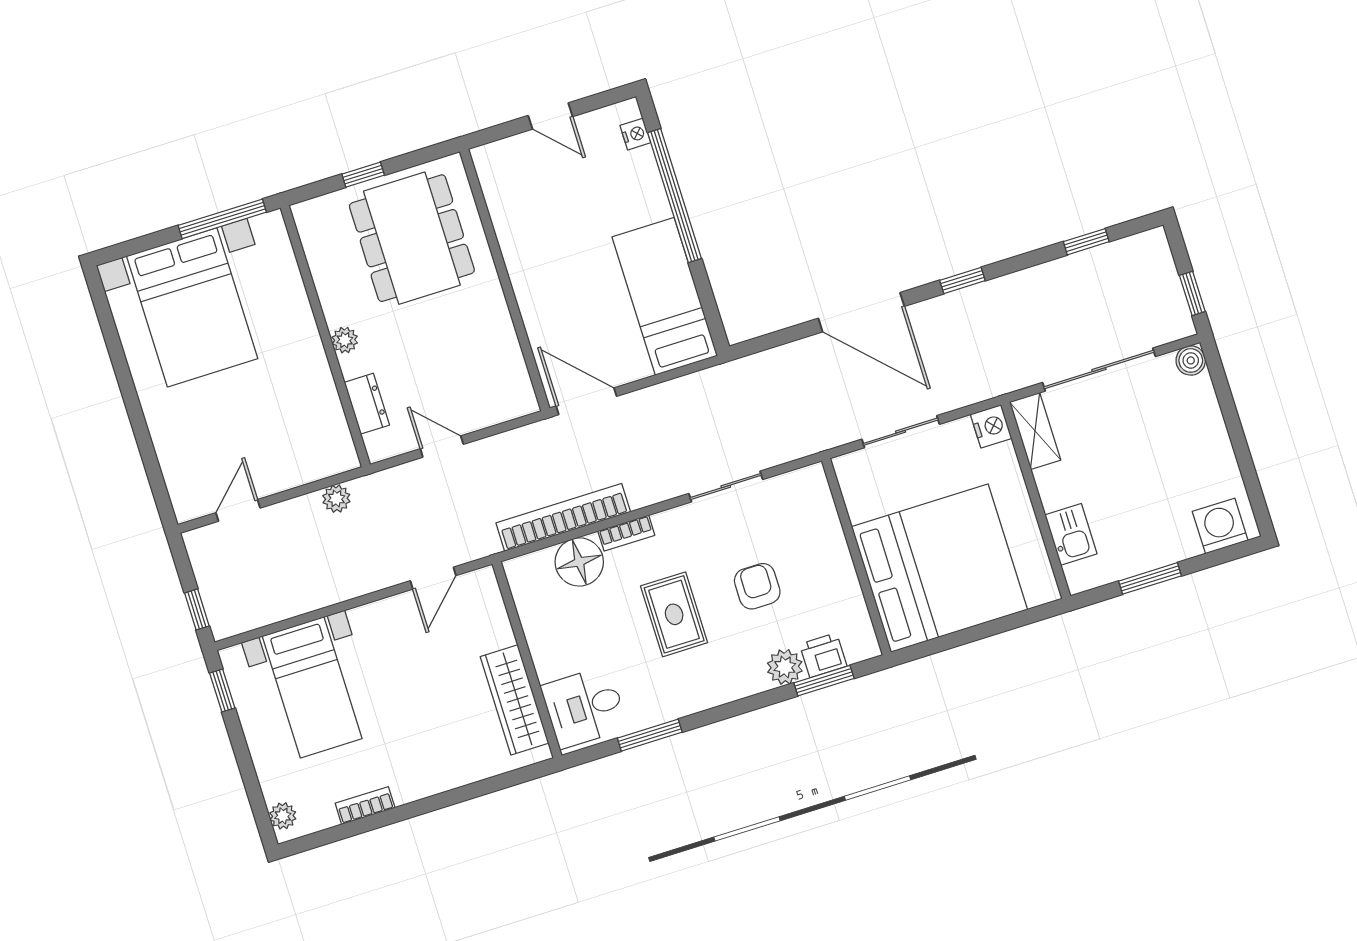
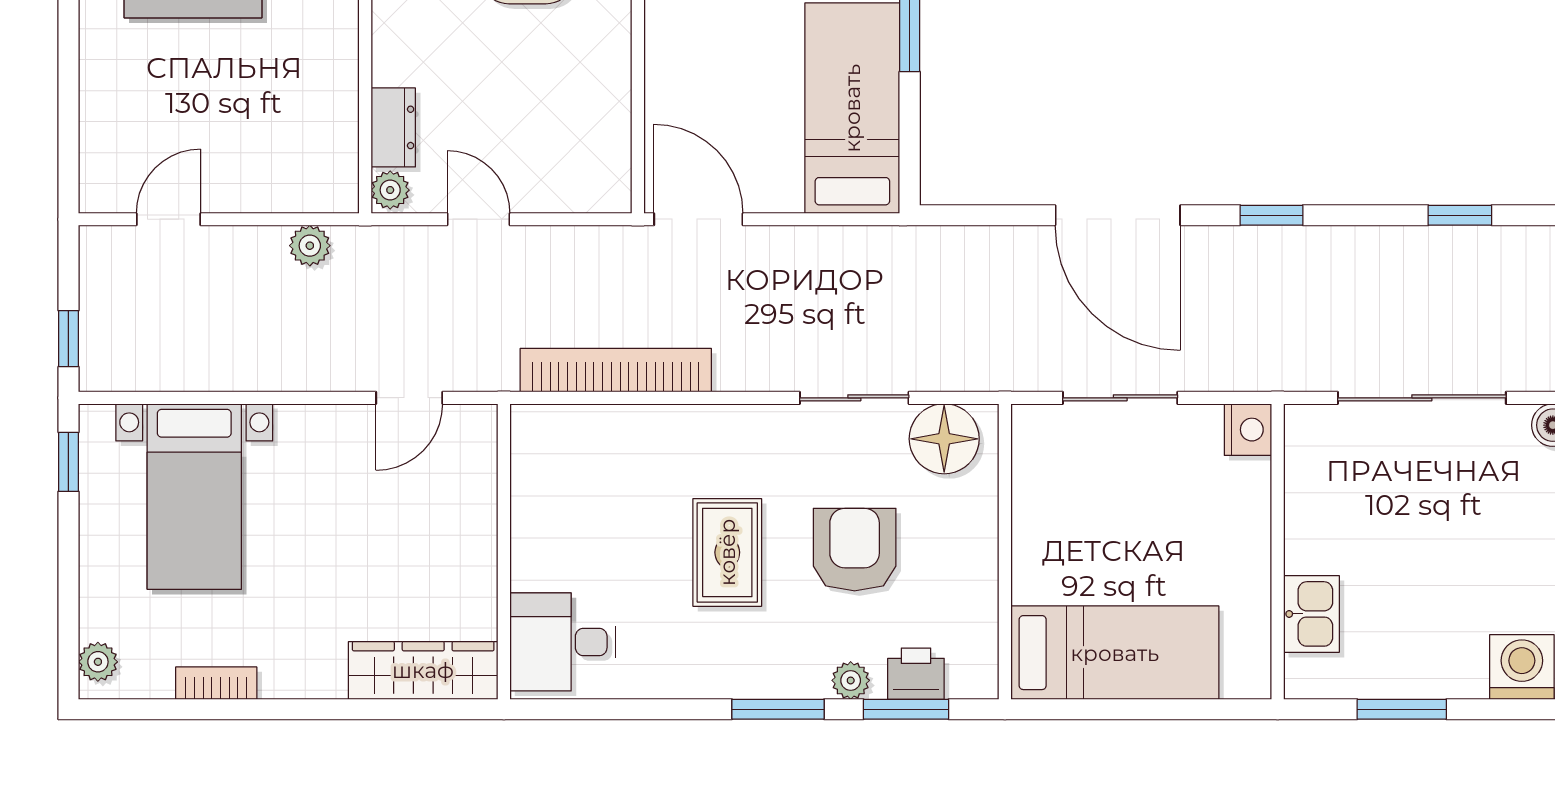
plant: (345, 340) -> (390, 190), moved
shelving: (1035, 431) -> (1307, 455), removed
bookcase: (626, 533) -> (696, 419), removed
floor lamp: (579, 562) -> (944, 439), moved
bed: (939, 568) -> (1115, 653), width x0.49
armchair: (757, 586) -> (855, 550), width x1.38, depth x1.38
plant: (785, 667) -> (851, 680), width x0.73, depth x0.73
wardrobe: (514, 700) -> (423, 670), moved, turned 90
window: (650, 735) -> (778, 709), moved

